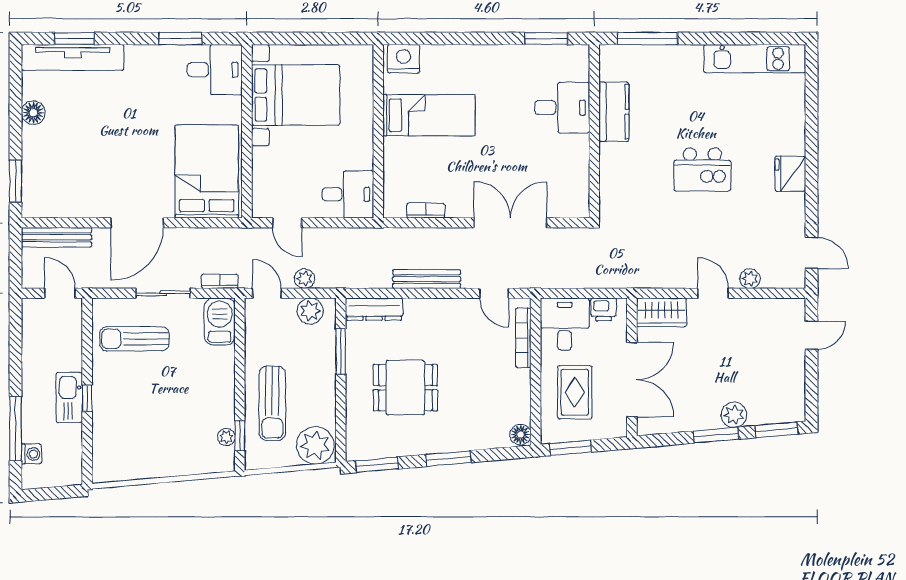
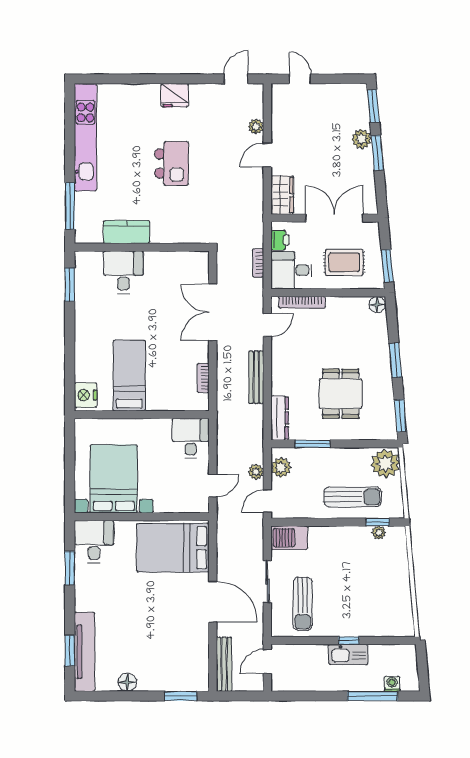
kitchen unit: (755, 59) -> (85, 137), width x1.36
bookcase: (220, 281) -> (258, 263), moved

